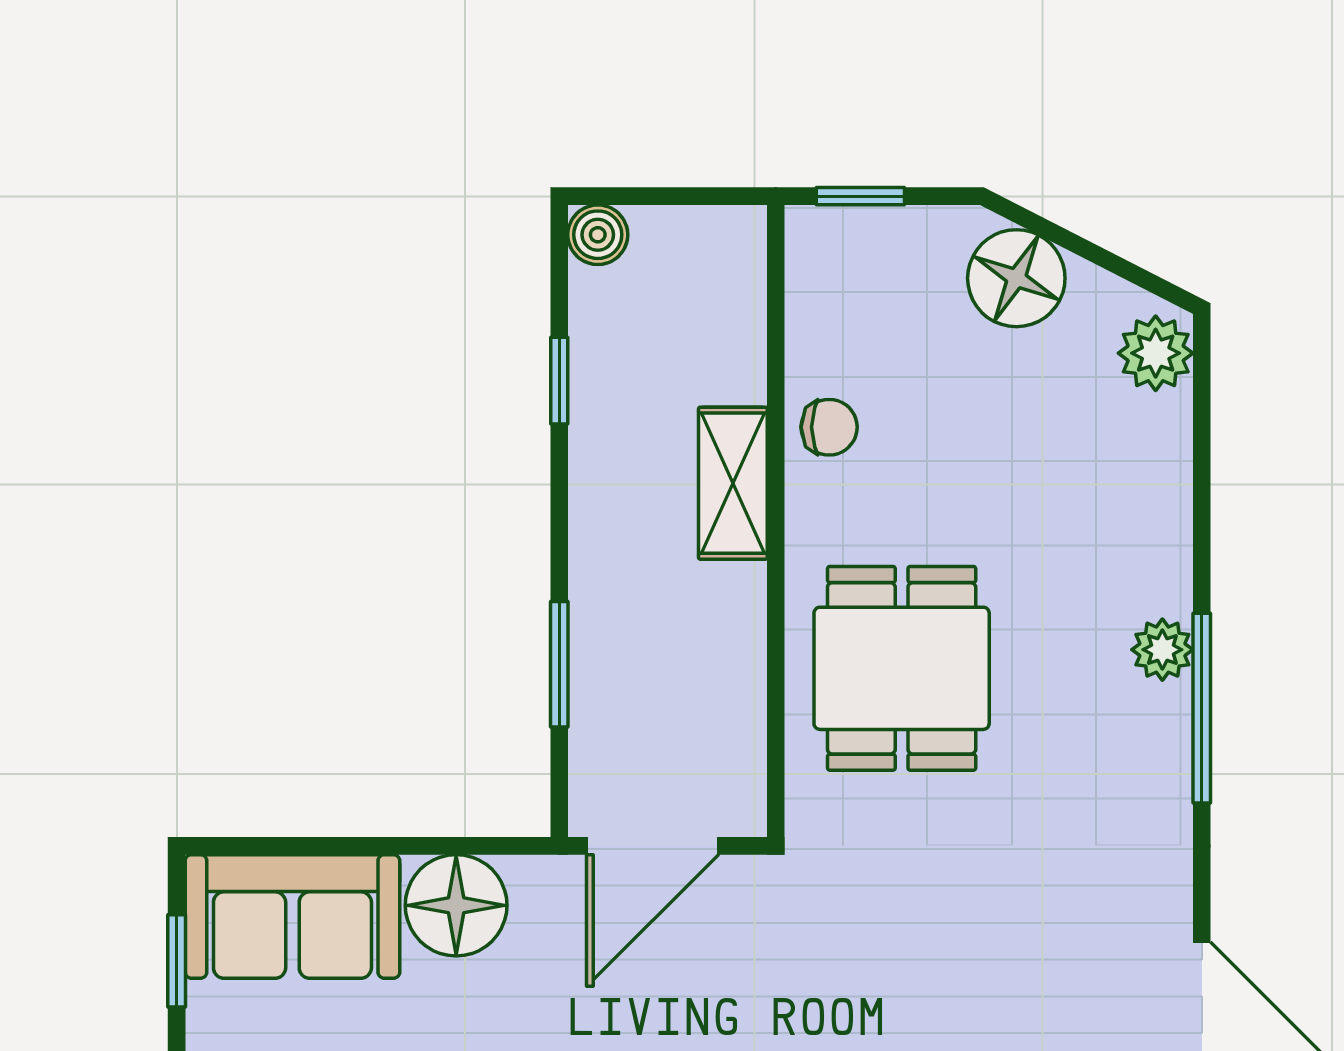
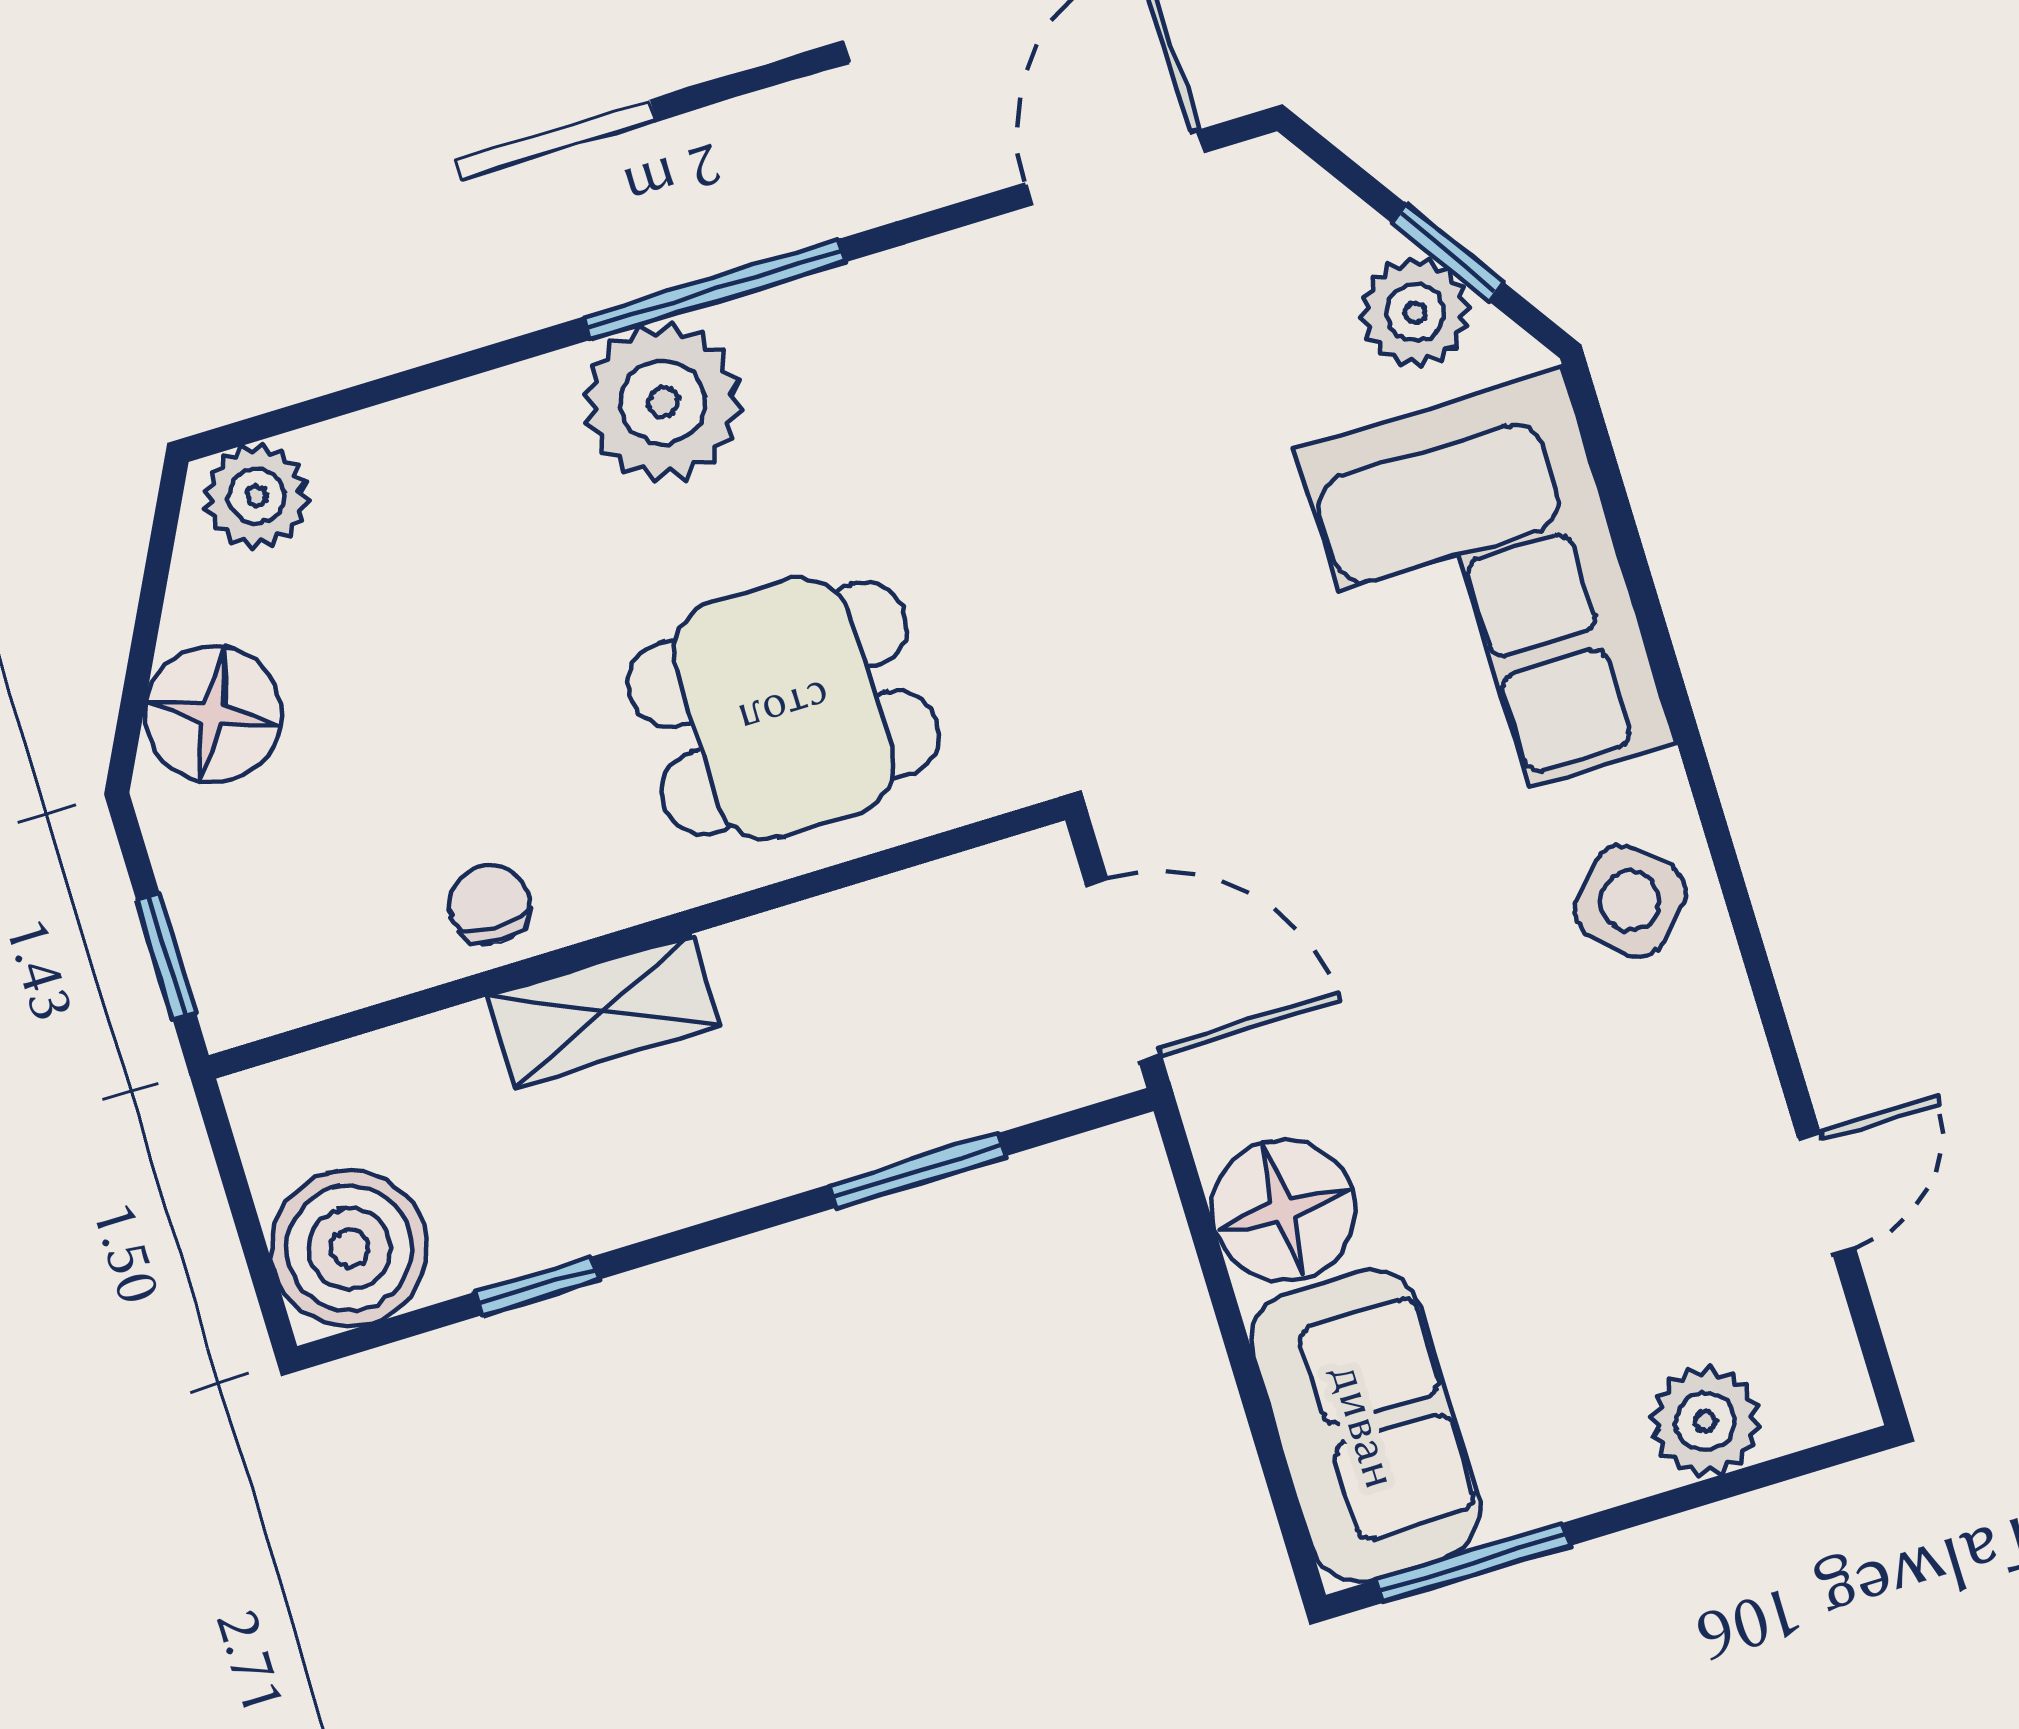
boiler: (598, 235) -> (349, 1248), width x1.86, depth x1.86
plant: (1162, 650) -> (663, 402), width x1.88, depth x1.88
window: (177, 961) -> (1472, 1563), width x1.50

